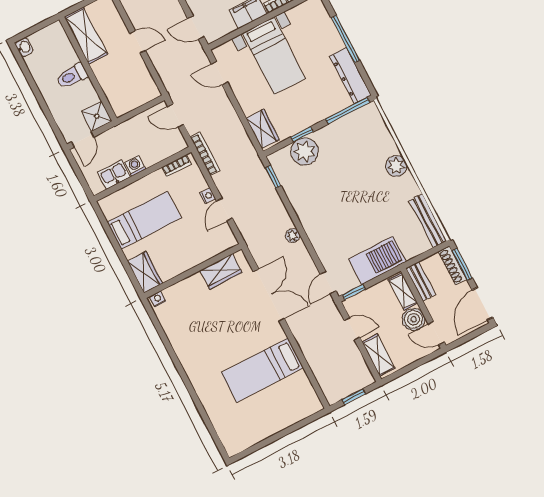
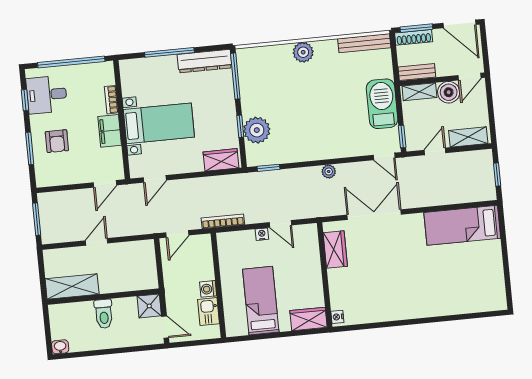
bookcase: (176, 166) -> (223, 252), removed
bed: (262, 370) -> (462, 225), moved, turned 90

